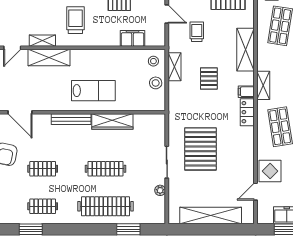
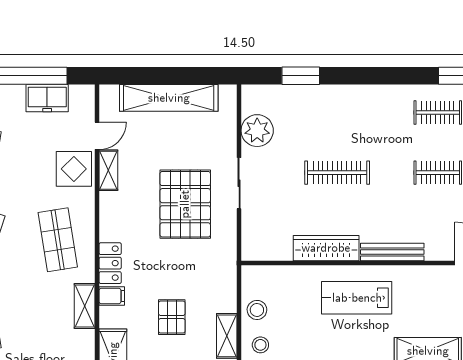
shelving: (248, 170) -> (108, 170), added
plant: (160, 190) -> (257, 131), width x1.87, depth x1.87
clothes rail: (106, 206) -> (337, 113), removed

